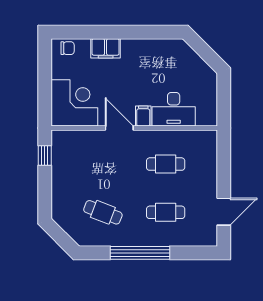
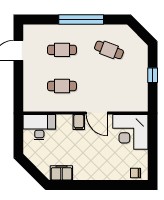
filing cabinet: (106, 48) -> (61, 173), moved
desk: (174, 109) -> (39, 127), moved
window: (45, 155) -> (153, 75), moved

